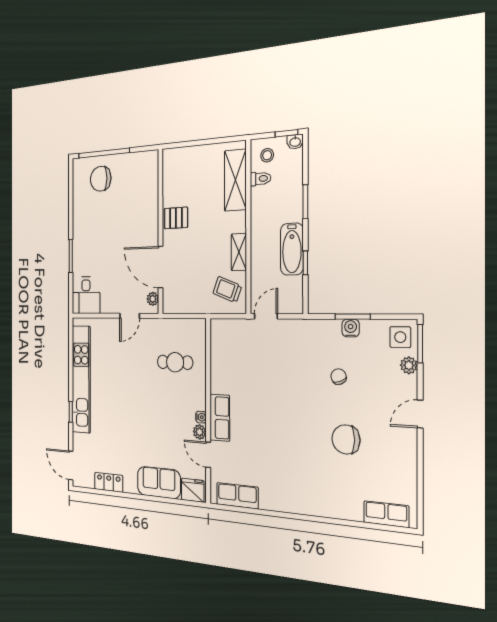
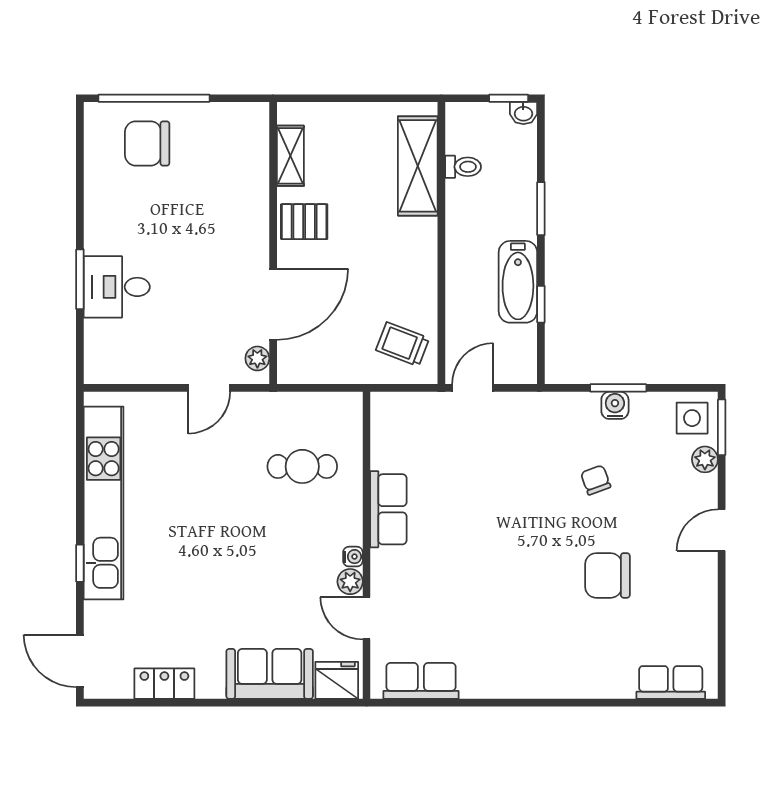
stool: (267, 155) -> (475, 130), removed
shelving: (239, 252) -> (290, 156), moved
door: (160, 267) -> (273, 304), swing flipped
desk: (86, 295) -> (117, 287), moved, turned 90
row of seats: (220, 418) -> (388, 509), moved

